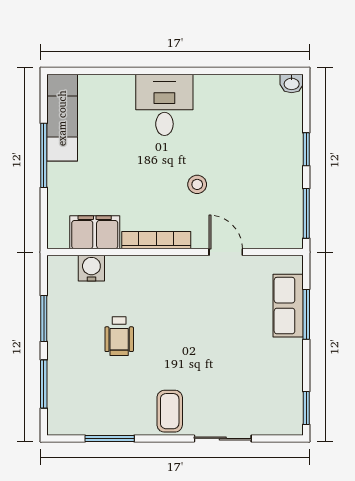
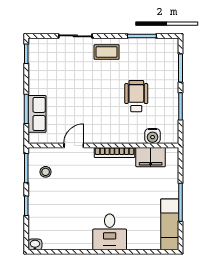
stool: (197, 184) -> (46, 172), moved
door: (226, 252) -> (74, 145), swing flipped
wheelchair: (119, 336) -> (136, 96), width x1.36, depth x1.37
coffee table: (170, 411) -> (107, 52), turned 90

